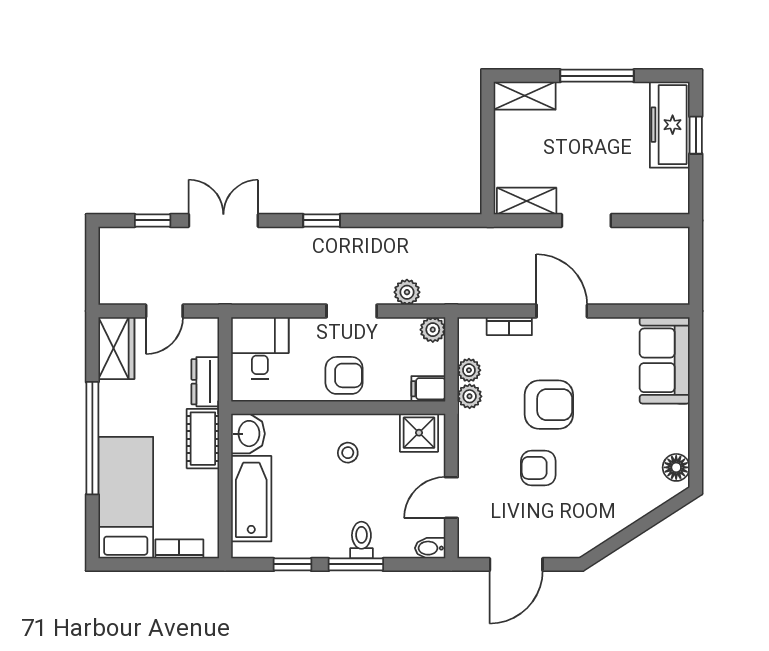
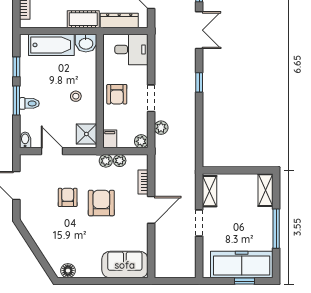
freezer: (670, 125) -> (242, 264), width x1.36, depth x1.26
dresser: (205, 382) -> (119, 20), width x1.44
armchair: (549, 405) -> (101, 203), turned 180

